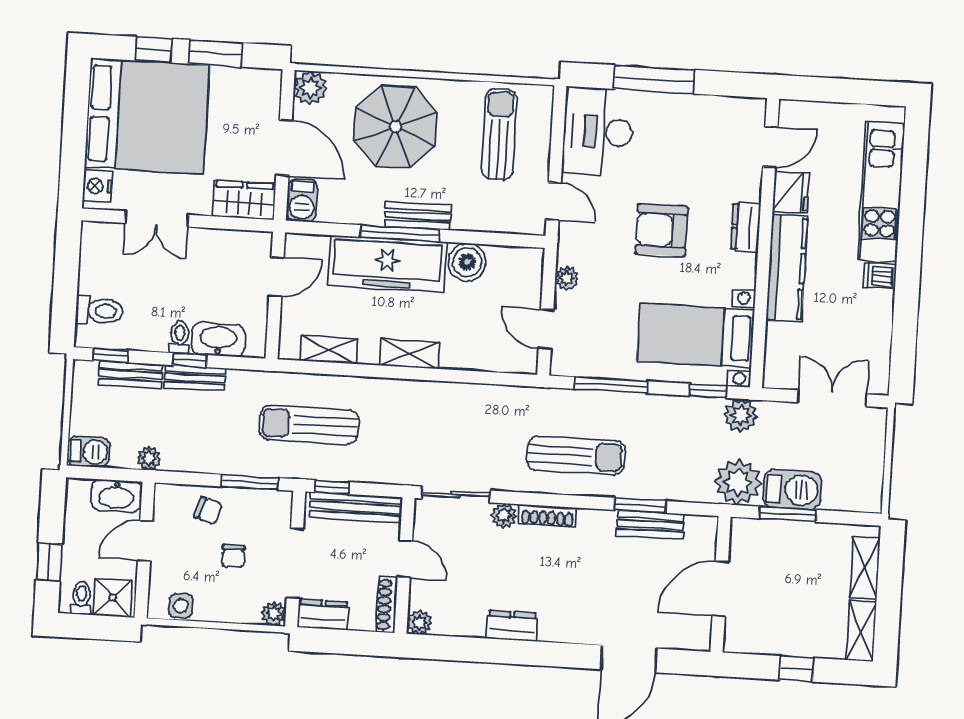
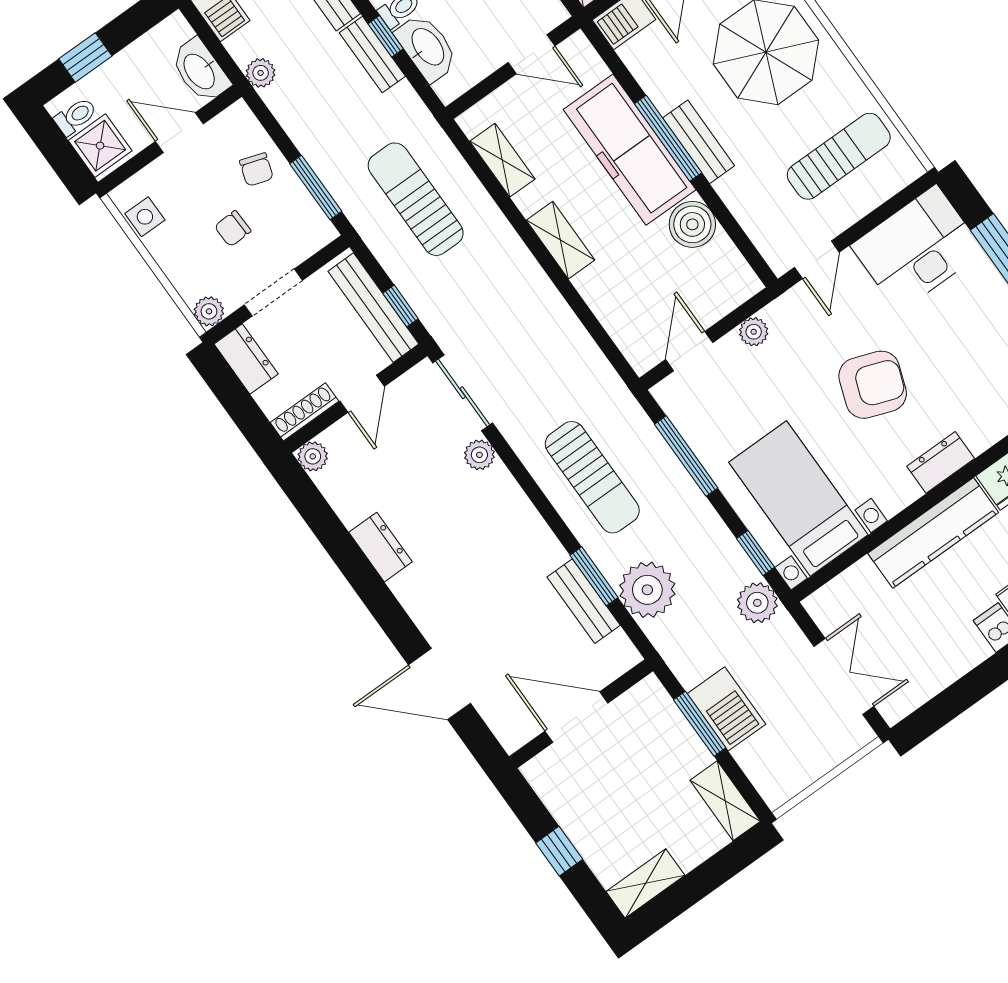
armchair: (662, 230) -> (873, 385), turned 110
plant: (738, 482) -> (647, 590), moved
window: (332, 487) -> (401, 306), moved
shoe rack: (547, 516) -> (513, 496), removed
doorway: (295, 563) -> (273, 293), width x0.73
shelving: (865, 568) -> (725, 801), moved, turned 90

